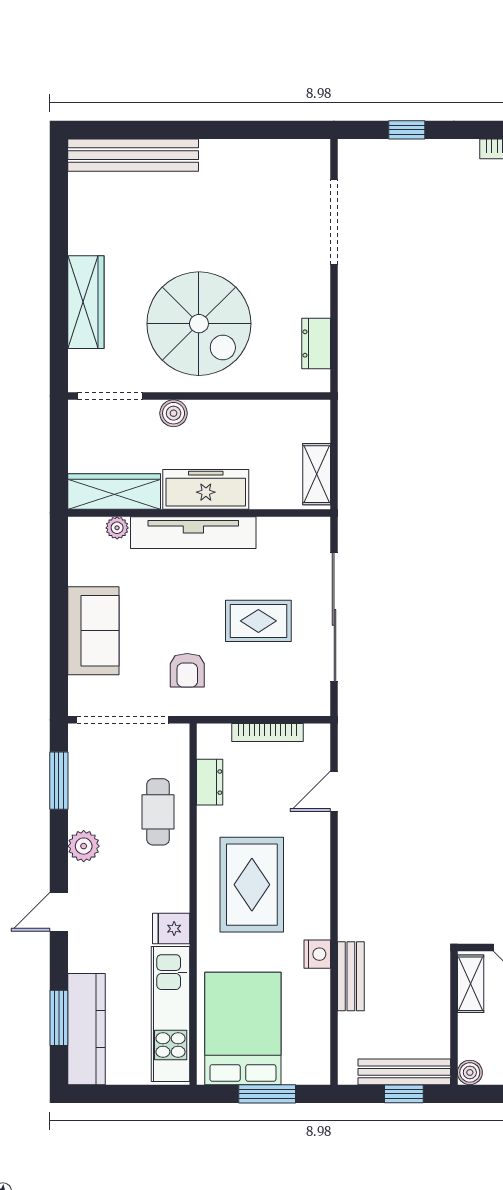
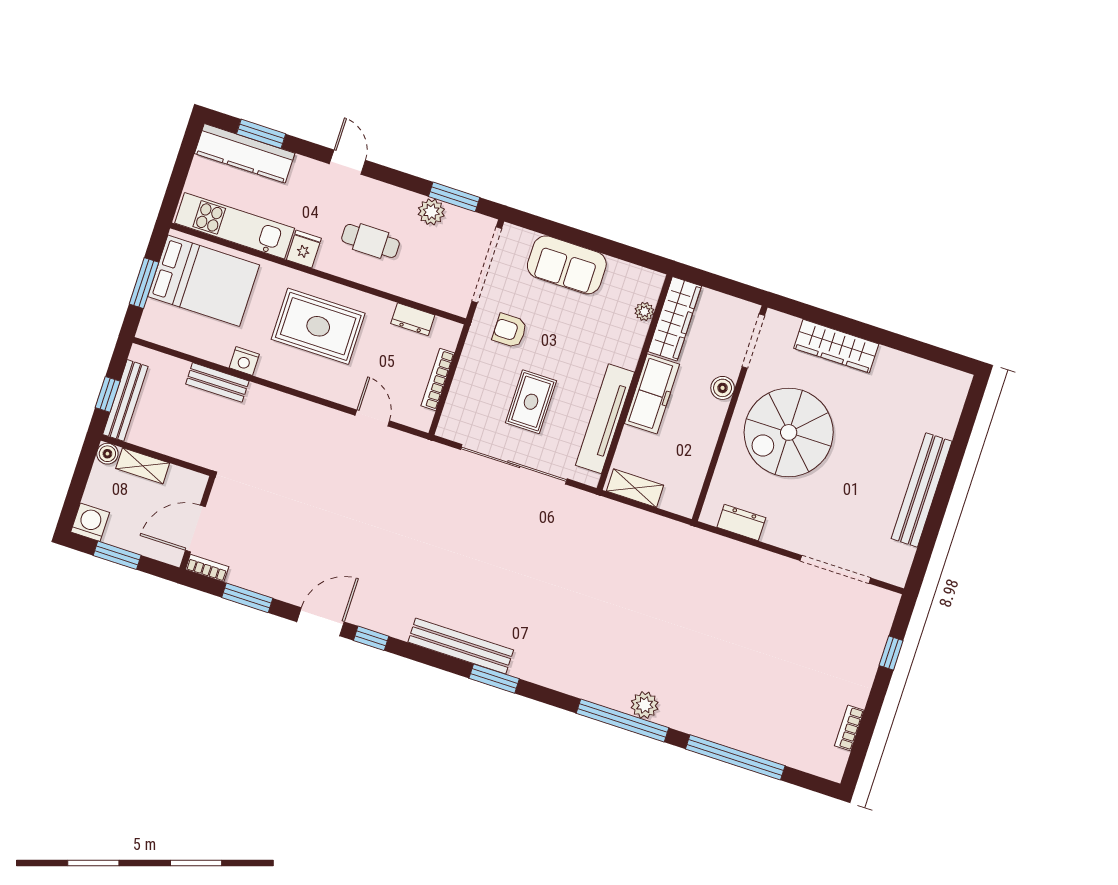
bench: (133, 155) -> (922, 490), moved
tv unit: (193, 533) -> (605, 419), moved
cafe table: (158, 812) -> (371, 241), moved
plant: (84, 846) -> (431, 212), moved
shelving: (471, 984) -> (143, 466), moved

